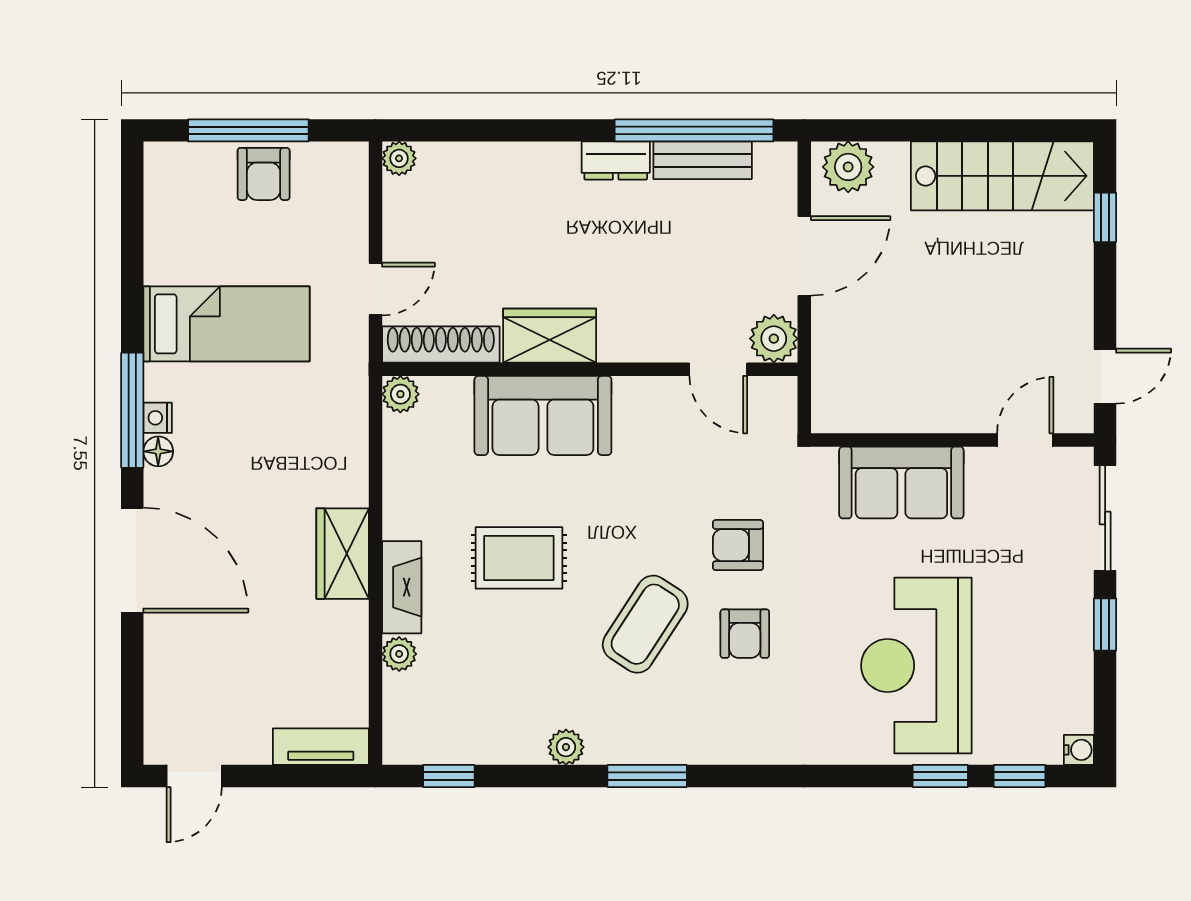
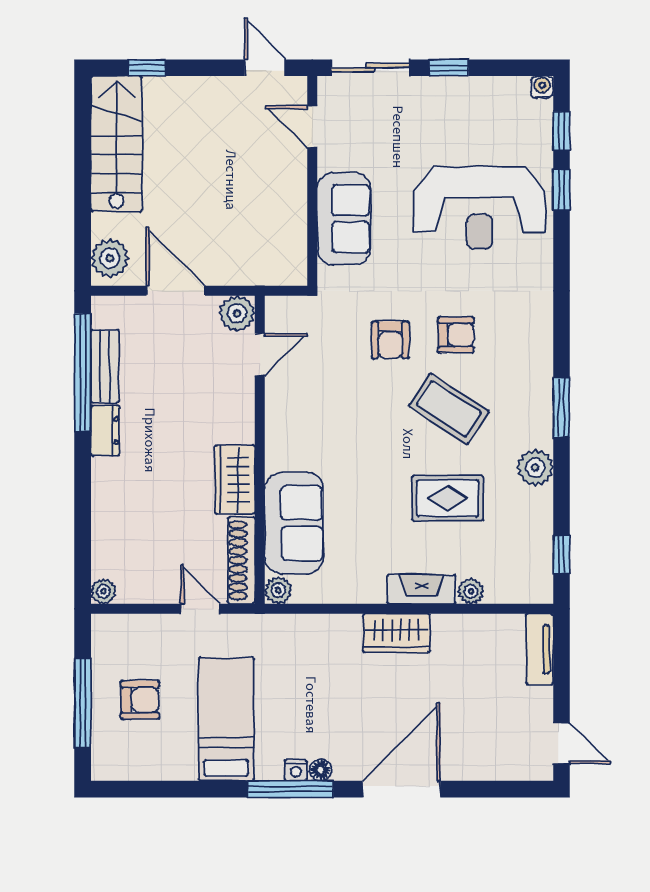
armchair: (264, 174) -> (140, 700), moved
sofa: (543, 415) -> (294, 523), moved
rug: (519, 558) -> (448, 498), moved, turned 90
plant: (566, 747) -> (535, 468), width x1.38, depth x1.38

